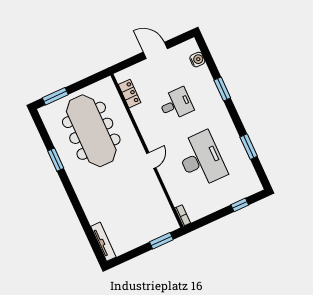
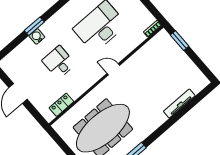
water cooler: (197, 60) -> (37, 36), moved
tv unit: (103, 242) -> (179, 103), moved

